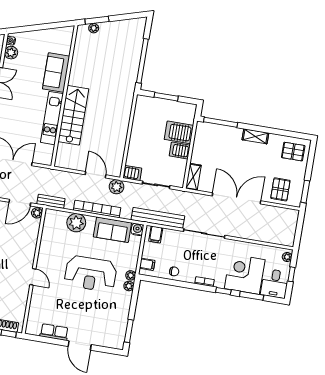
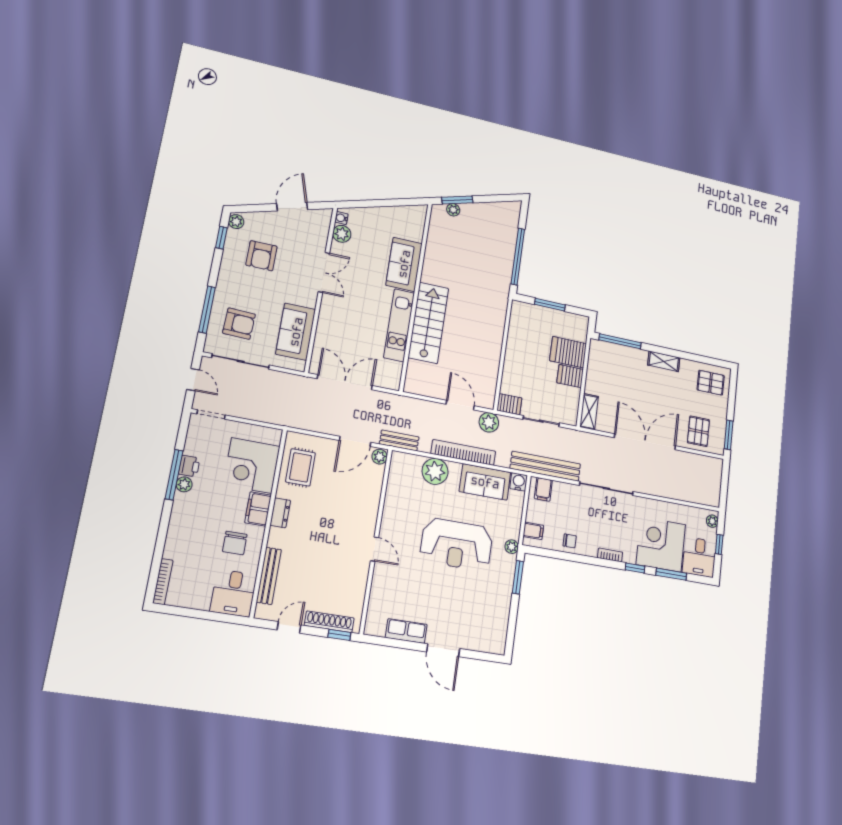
plant: (129, 286) -> (510, 562), removed
window: (129, 331) -> (518, 577), moved

